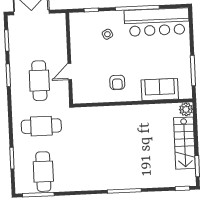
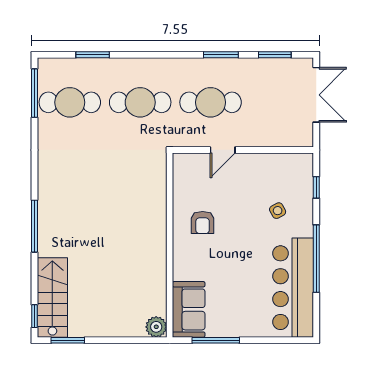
door: (70, 71) -> (223, 150), swing flipped
armchair: (117, 82) -> (203, 223), turned -90
sofa: (160, 90) -> (189, 309), moved
cafe table: (41, 126) -> (140, 102), turned 90
stairs: (185, 143) -> (52, 298), moved, turned 90

